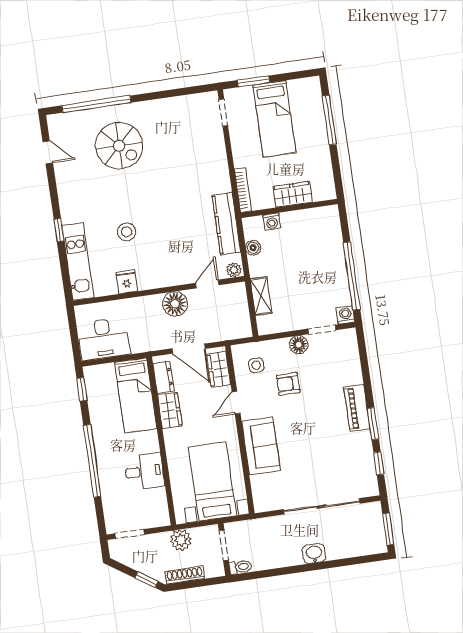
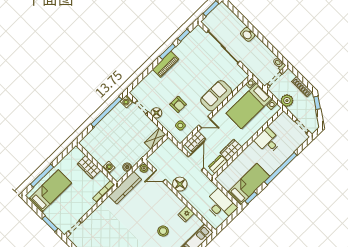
bed: (274, 119) -> (50, 191), moved
shelving: (261, 296) -> (155, 139), moved
bed: (136, 395) -> (249, 184), moved

